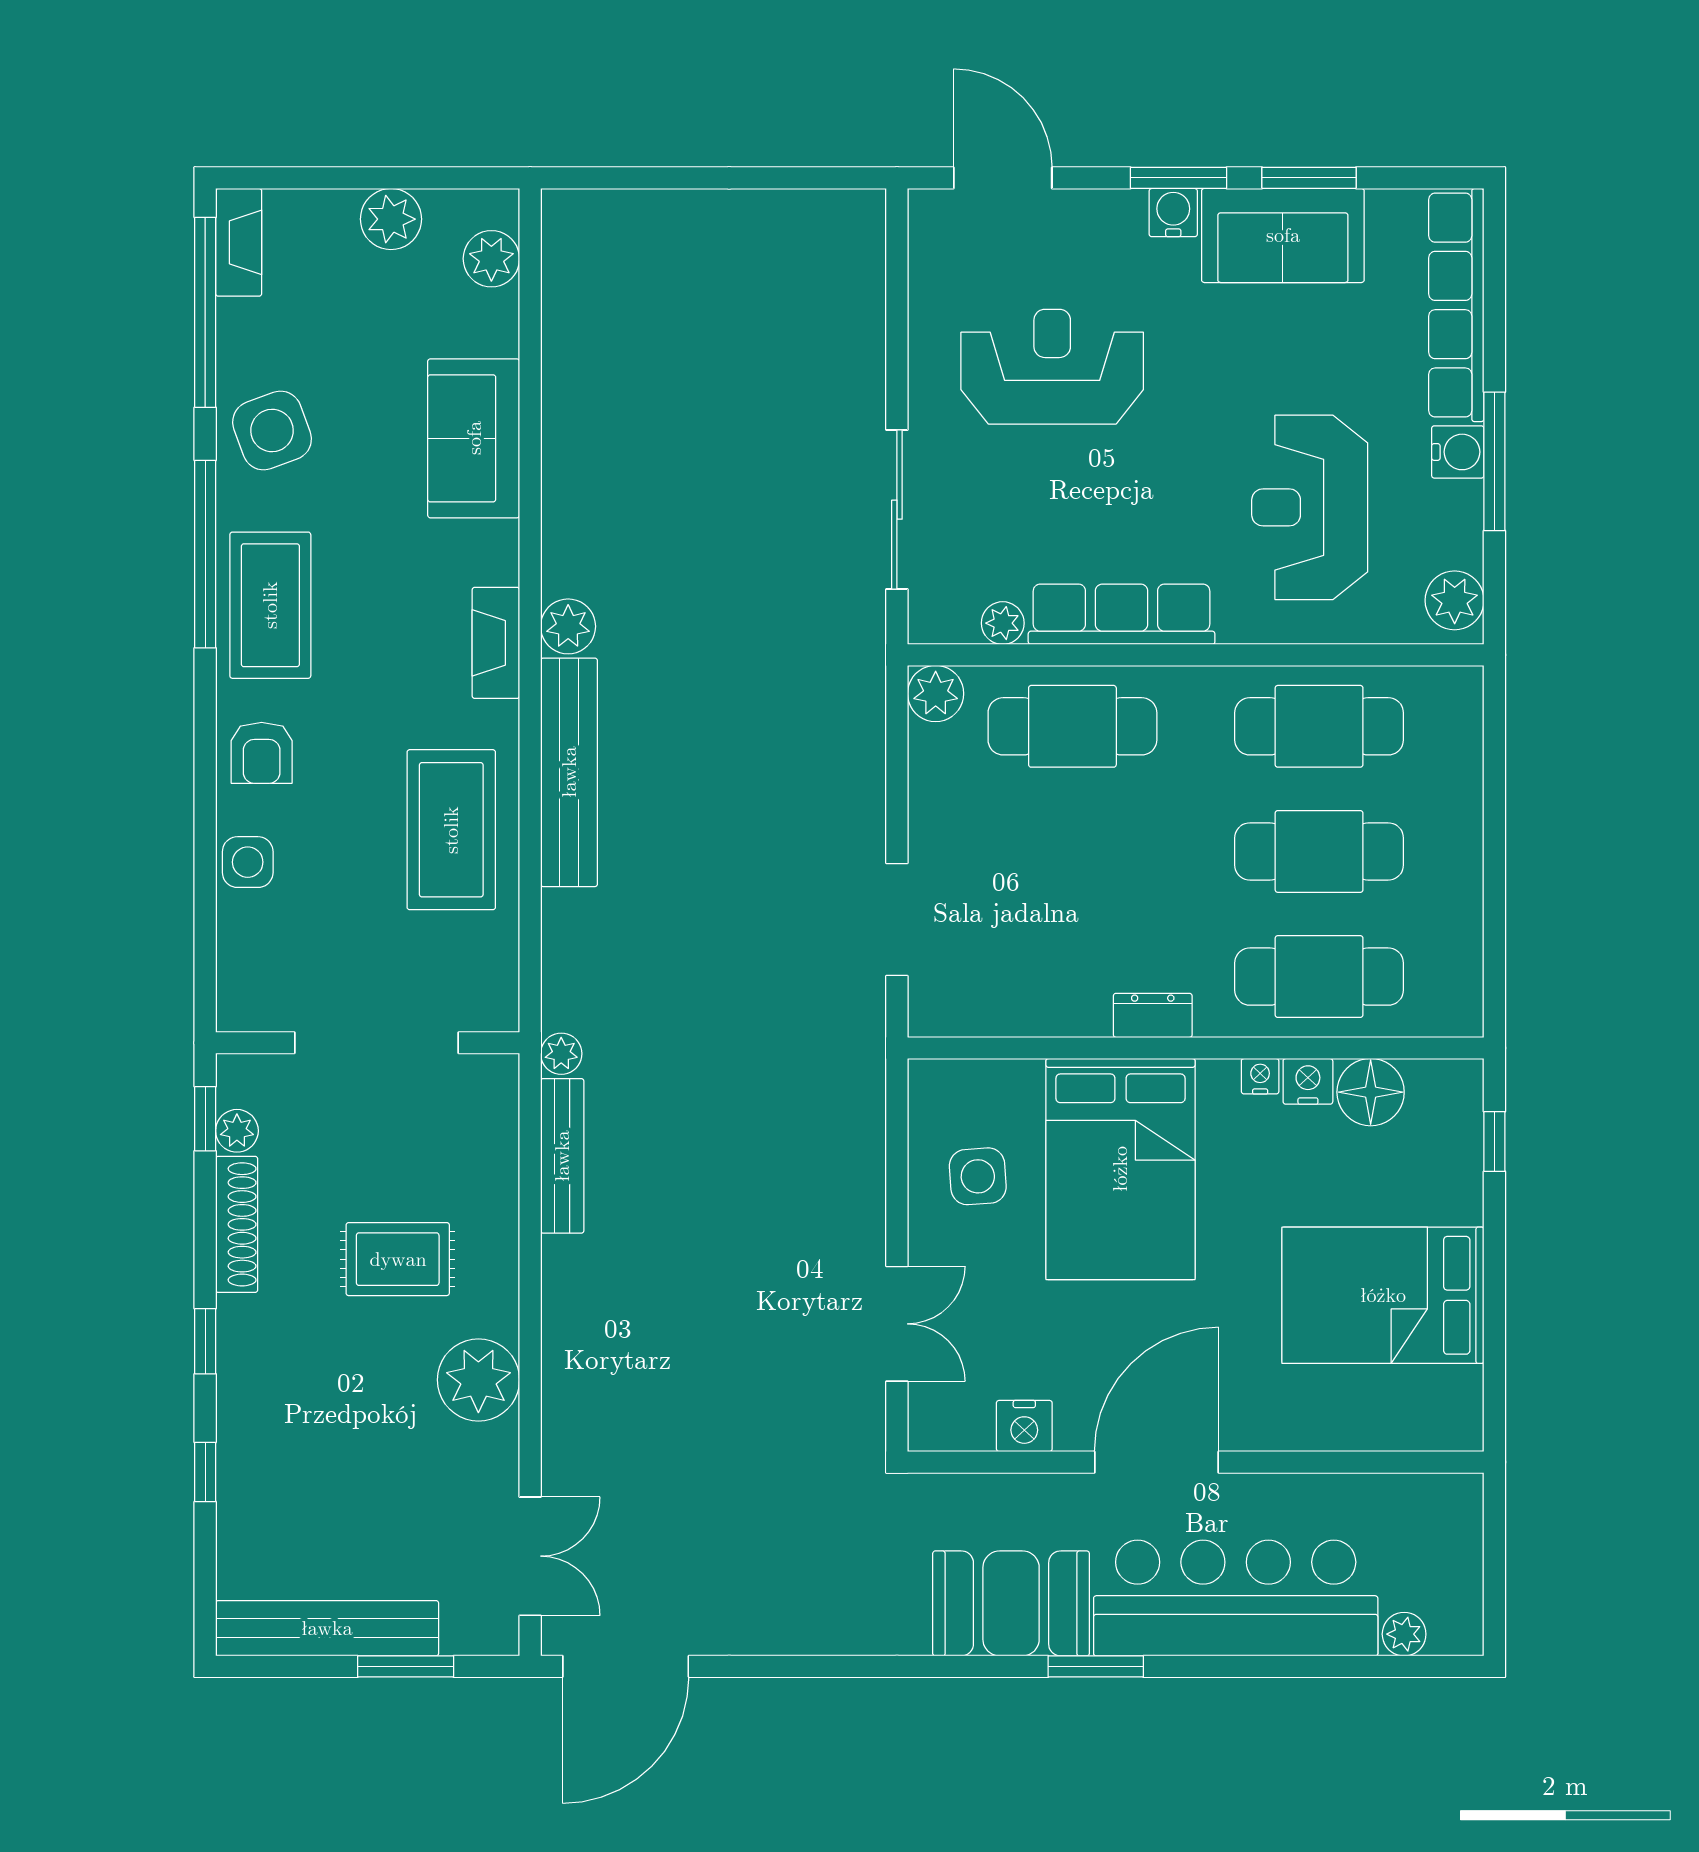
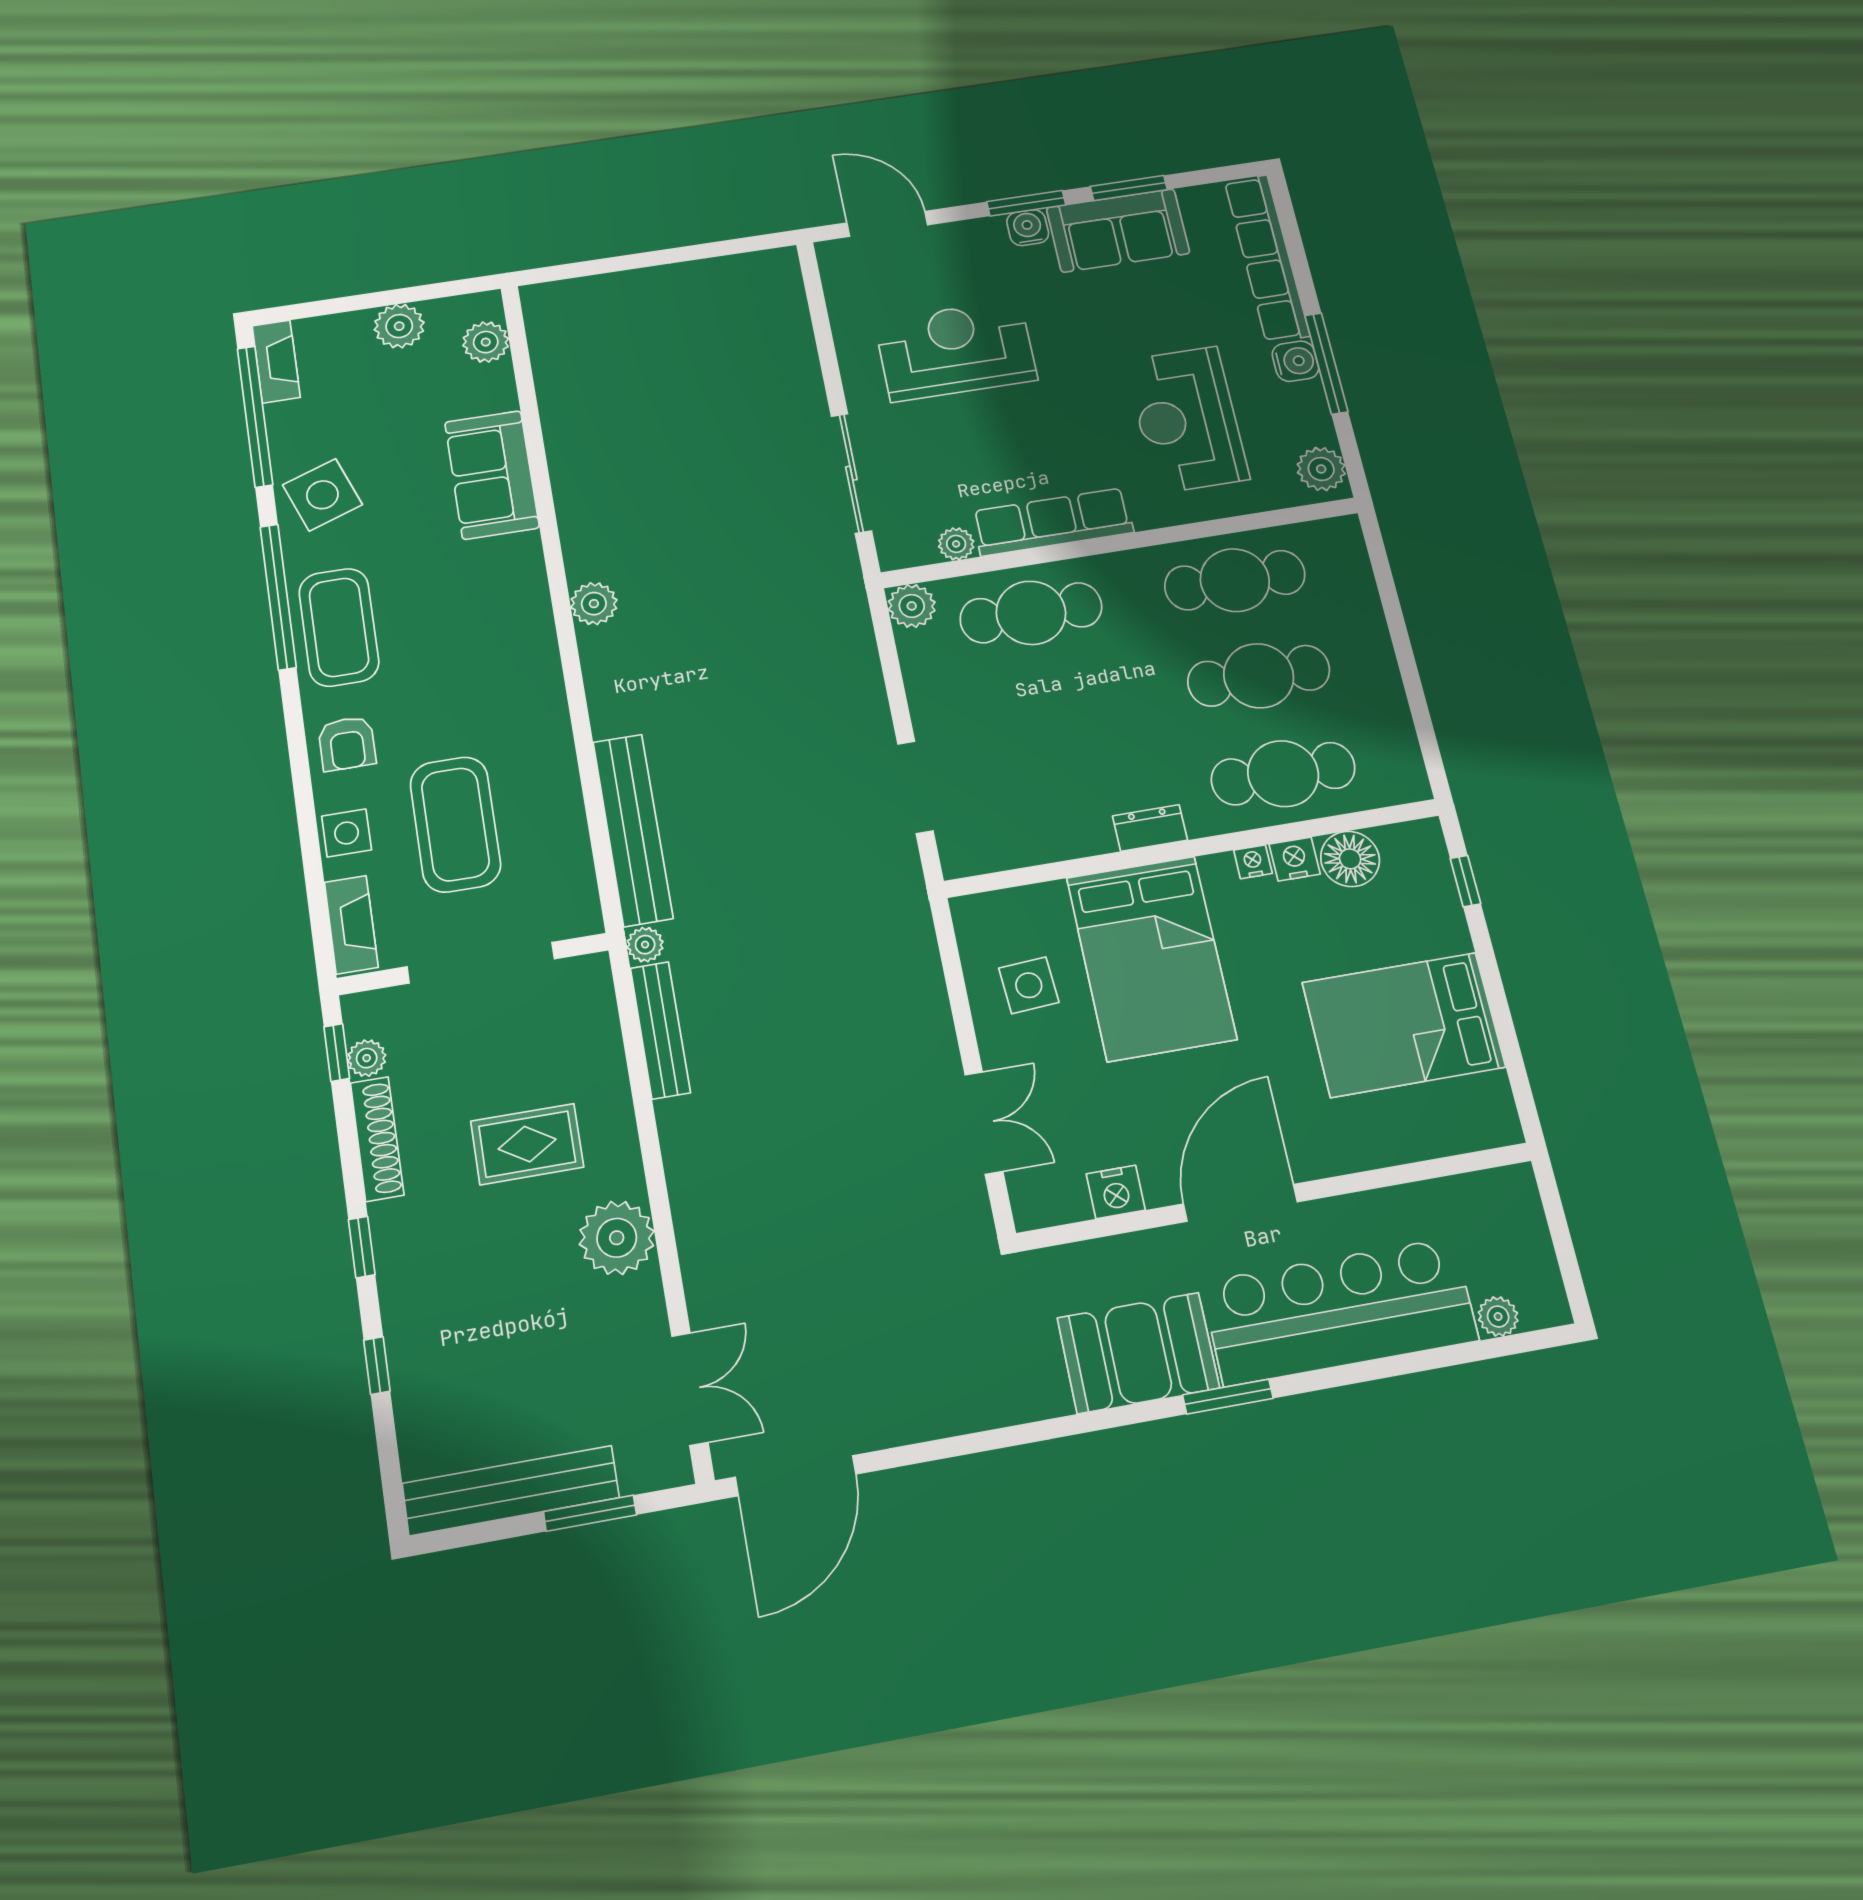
fireplace: (496, 643) -> (351, 925), moved, turned 180
bench: (569, 772) -> (633, 830), moved
coffee table: (451, 830) -> (455, 824), moved

